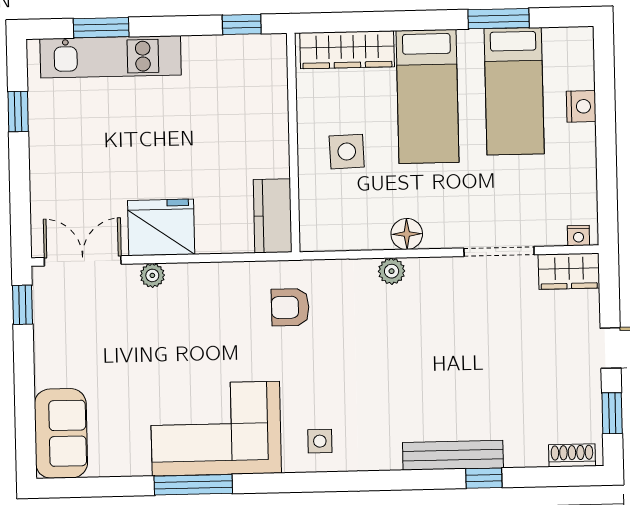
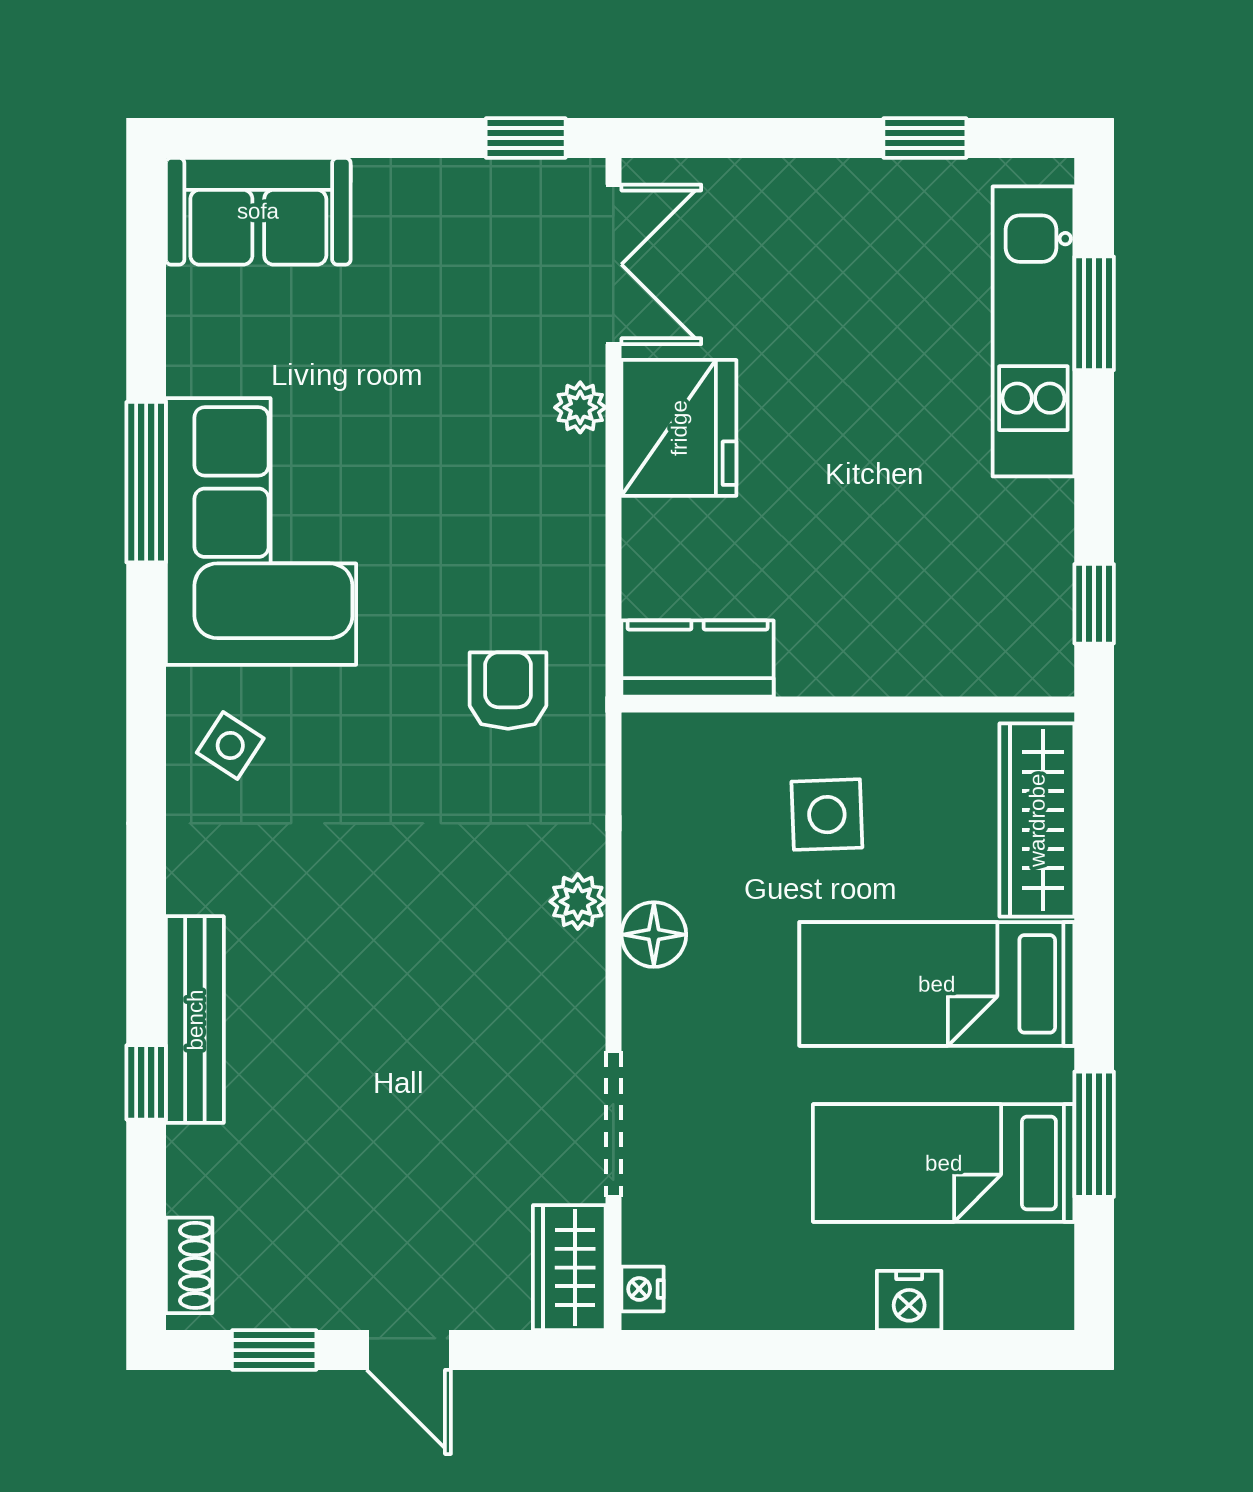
side table: (320, 441) -> (230, 745), turned 33

